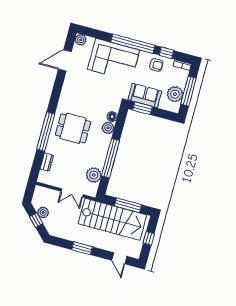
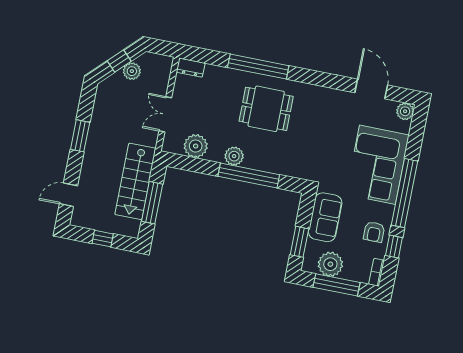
window: (142, 108) -> (299, 242), moved
floor lamp: (112, 117) -> (289, 169), removed
dining table: (73, 128) -> (266, 109), turned 90
plant: (108, 128) -> (234, 156), moved
window: (111, 158) -> (249, 175), moved
dresser: (47, 162) -> (191, 68), moved
stairs: (112, 219) -> (135, 181), width x0.73, depth x0.66

